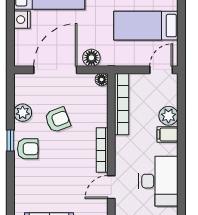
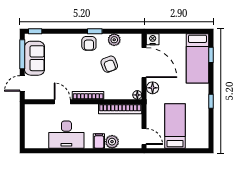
nightstand: (22, 20) -> (153, 39), moved

